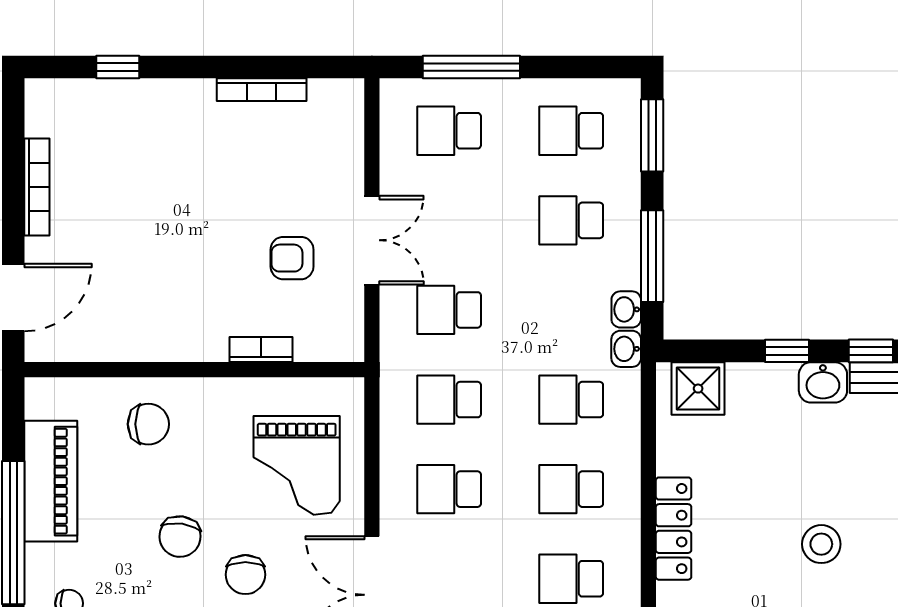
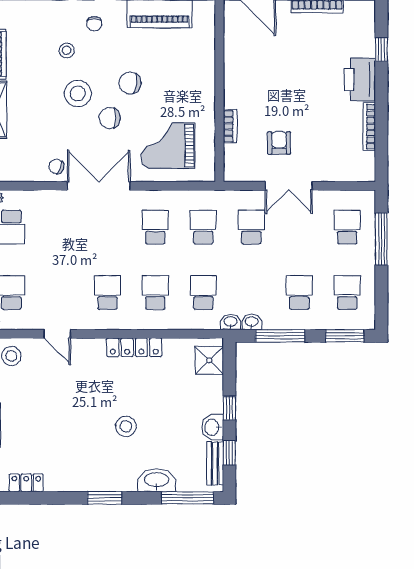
printer: (174, 107) -> (360, 80), added
chair: (148, 424) -> (190, 66), removed

